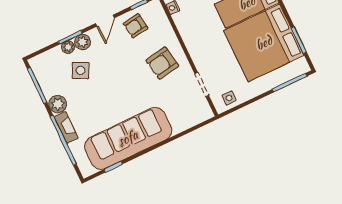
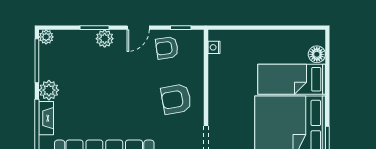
plant: (68, 47) -> (46, 37), moved
side table: (81, 70) -> (89, 67), removed

